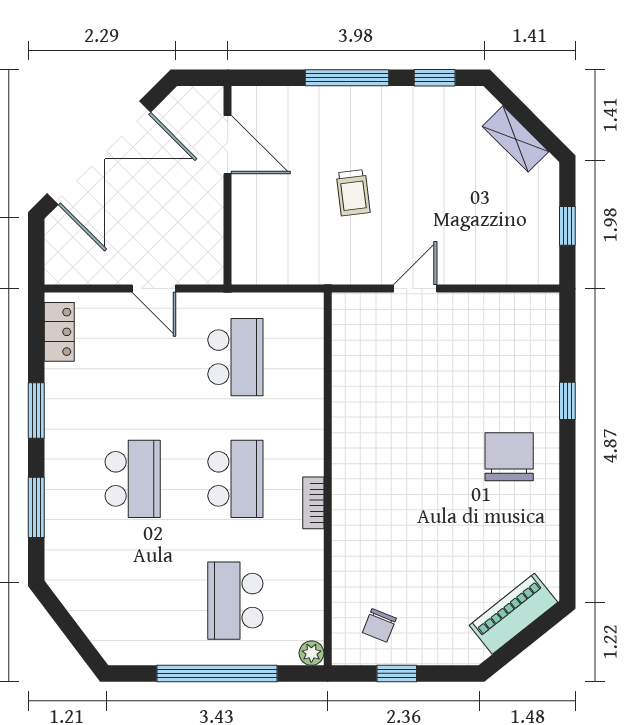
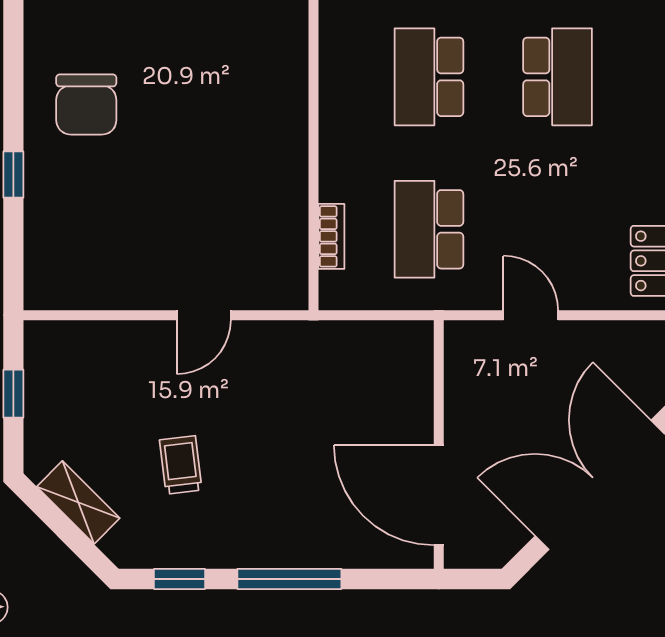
door: (228, 145) -> (439, 495), width x1.36
trolley: (353, 193) -> (181, 465), moved
school desk: (133, 479) -> (558, 77), turned 180
bookcase: (313, 503) -> (331, 236), moved

